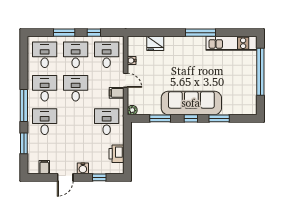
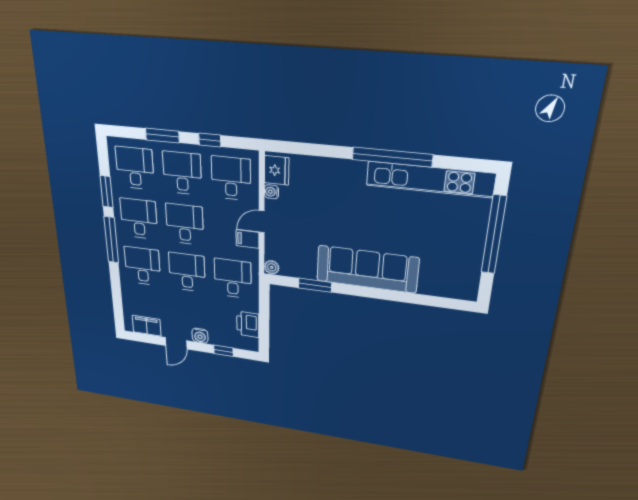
window: (201, 33) -> (392, 157), width x1.46
fridge: (155, 43) -> (277, 170), moved, turned -90
kitchen unit: (231, 43) -> (430, 179), width x1.36
door: (126, 80) -> (262, 222), swing flipped
window: (191, 118) -> (365, 292), removed
window: (219, 118) -> (411, 298), removed
desk: (76, 122) -> (187, 272), added
window: (24, 143) -> (107, 192), moved
filing cabinet: (44, 167) -> (147, 326), width x2.00

